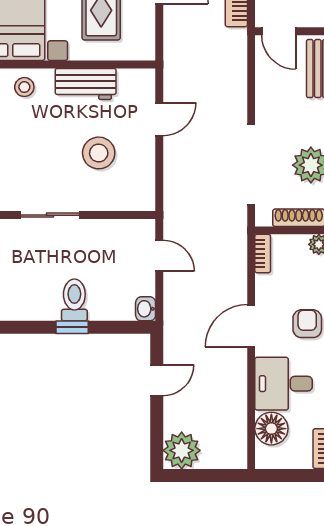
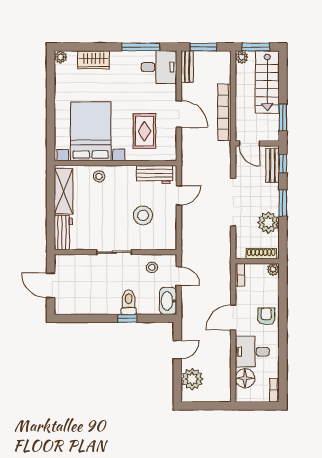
workbench: (86, 84) -> (155, 175), moved
doorway: (251, 164) -> (233, 202), moved
stool: (114, 241) -> (152, 267), added
washbasin: (146, 309) -> (168, 301), width x1.91, depth x1.45
plant: (182, 450) -> (192, 379), moved

